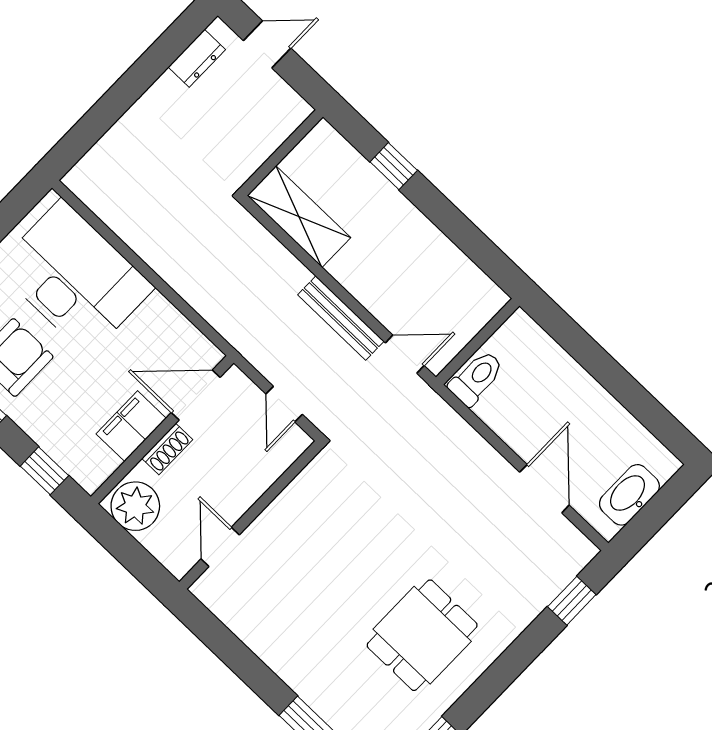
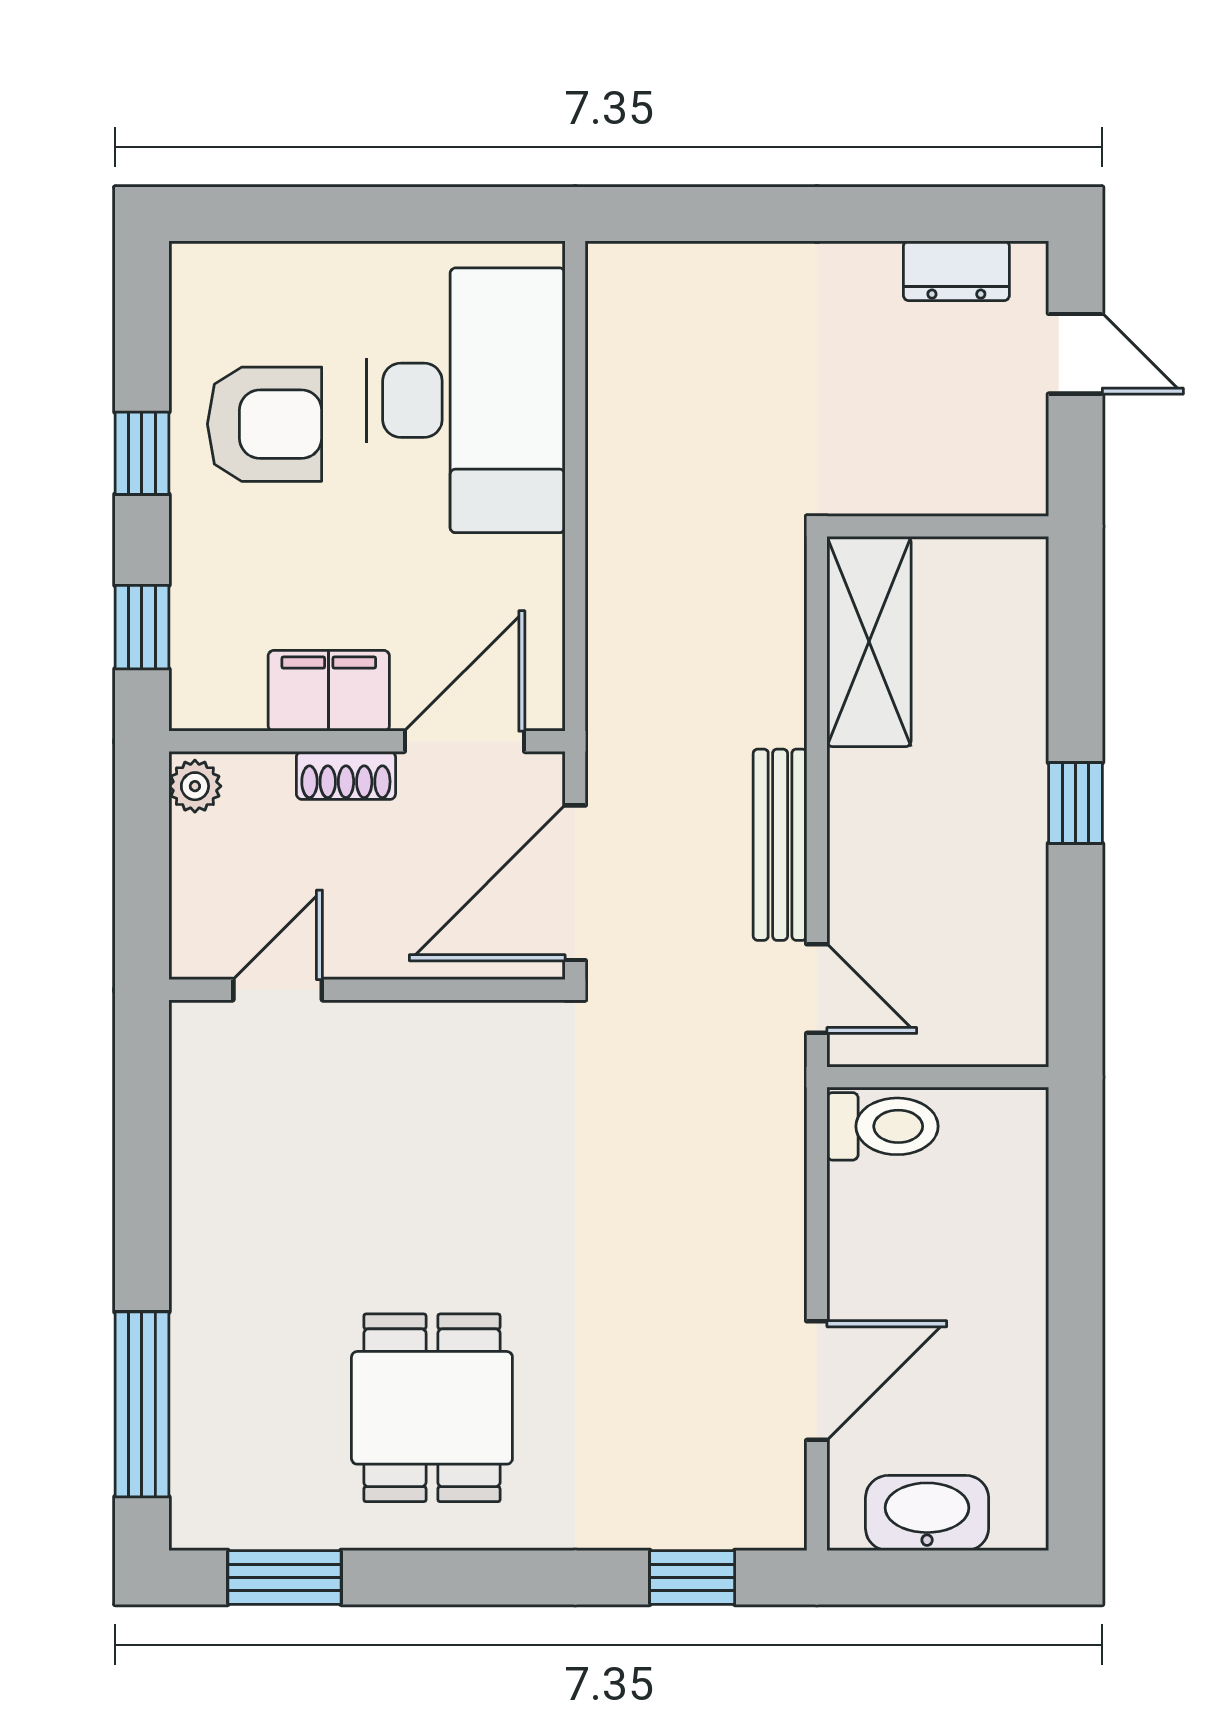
window: (394, 166) -> (1075, 803), moved
door: (196, 395) -> (465, 741), hinge flipped
door: (284, 404) -> (575, 883), width x1.87
plant: (135, 506) -> (195, 786), width x0.53, depth x0.53
dining table: (422, 635) -> (432, 1408), turned 90

